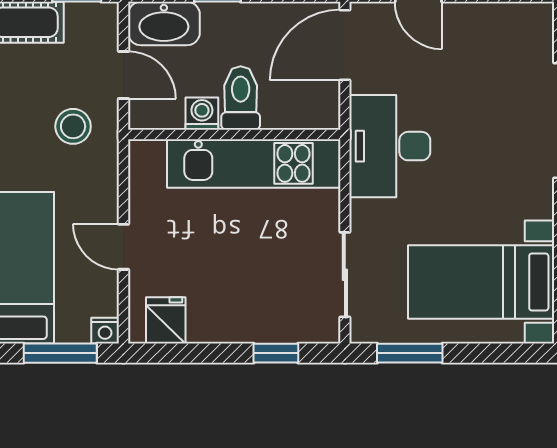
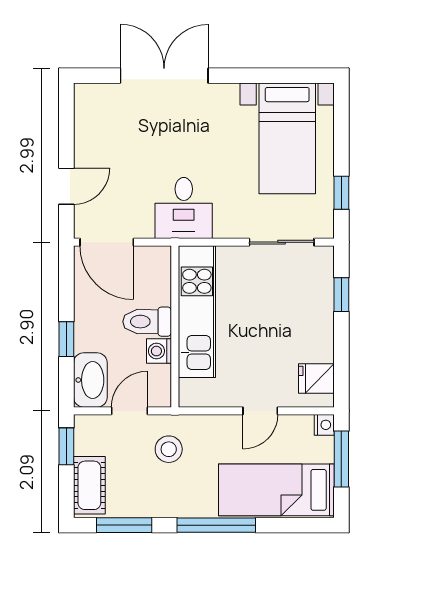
desk: (390, 146) -> (184, 208), width x0.73
window: (410, 353) -> (341, 193), width x0.67

